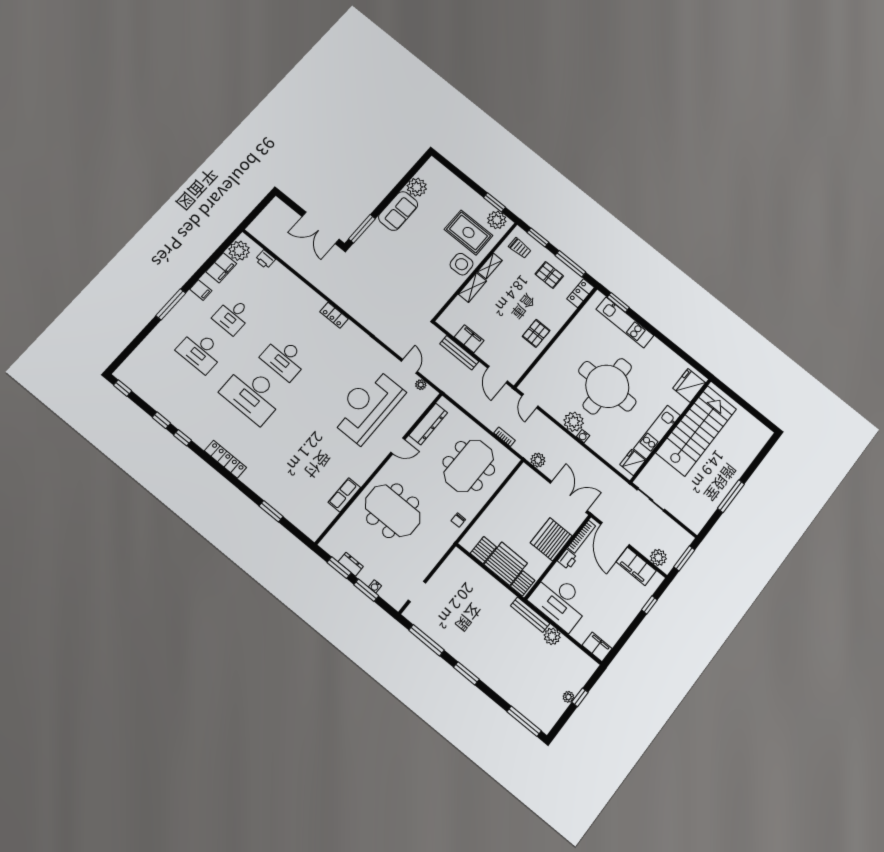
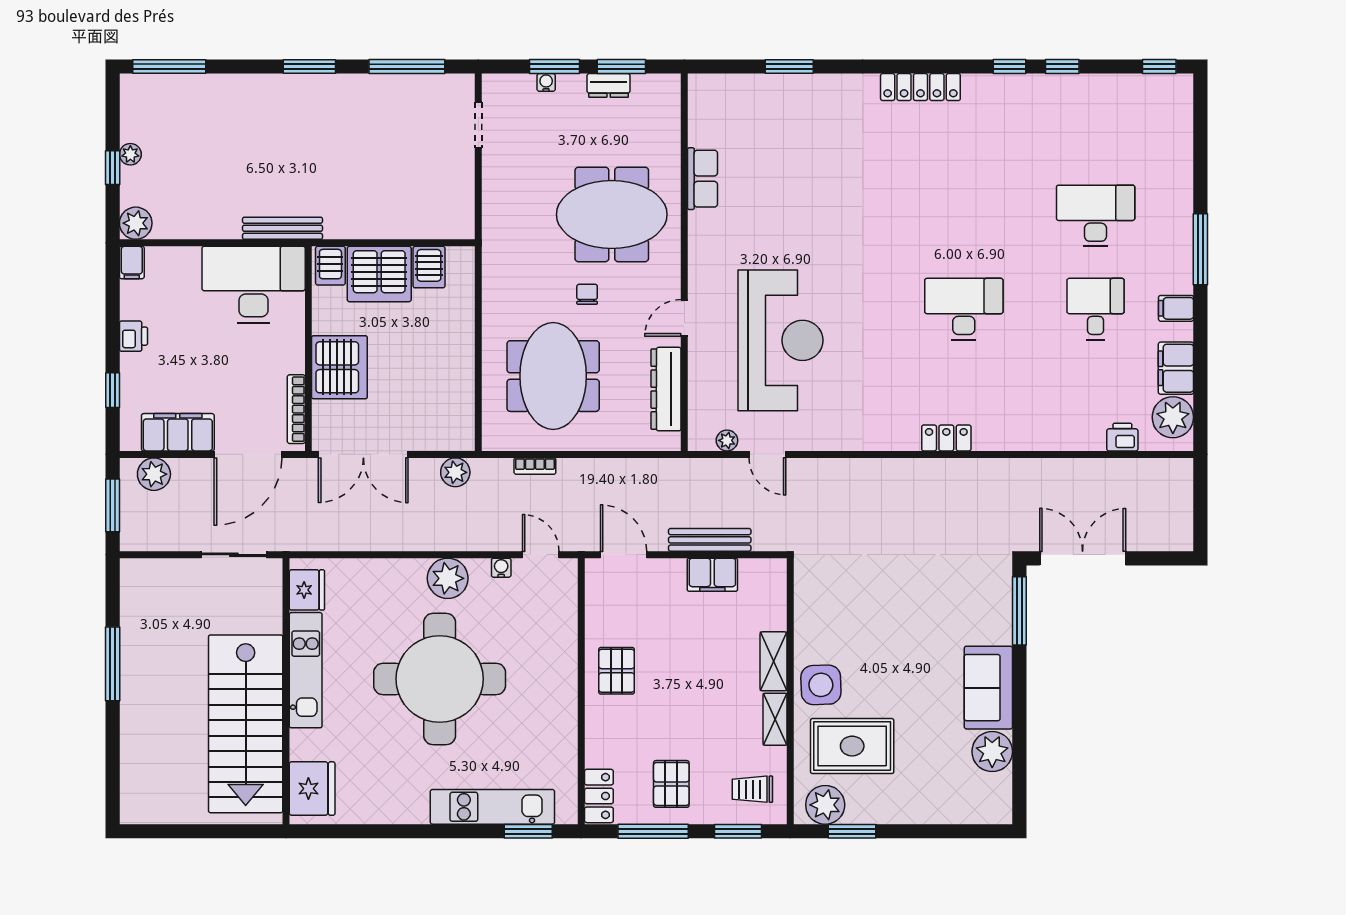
pallet: (549, 275) -> (671, 784), turned 90
desk: (253, 394) -> (964, 216), removed
water cooler: (583, 436) -> (501, 568), moved
chair: (458, 520) -> (587, 294), moved
door: (615, 535) -> (248, 454), swing flipped
printer: (567, 559) -> (133, 336), moved, turned 180
plant: (552, 636) -> (136, 223), moved
filing cabinet: (597, 647) -> (132, 262), width x0.50

